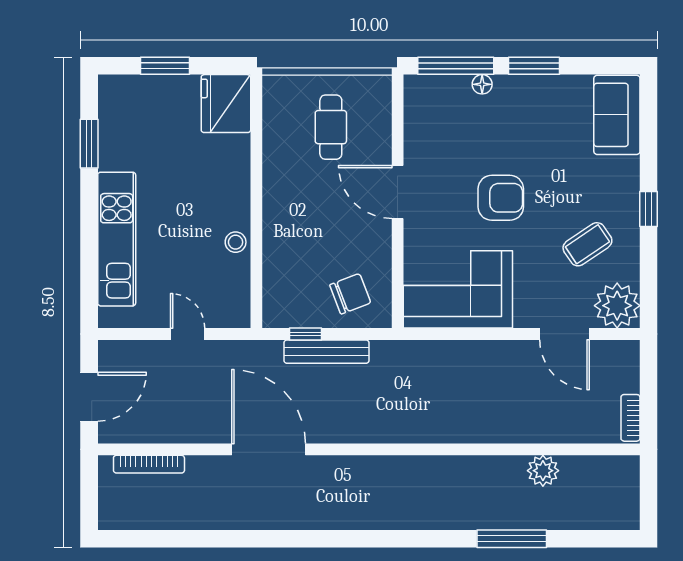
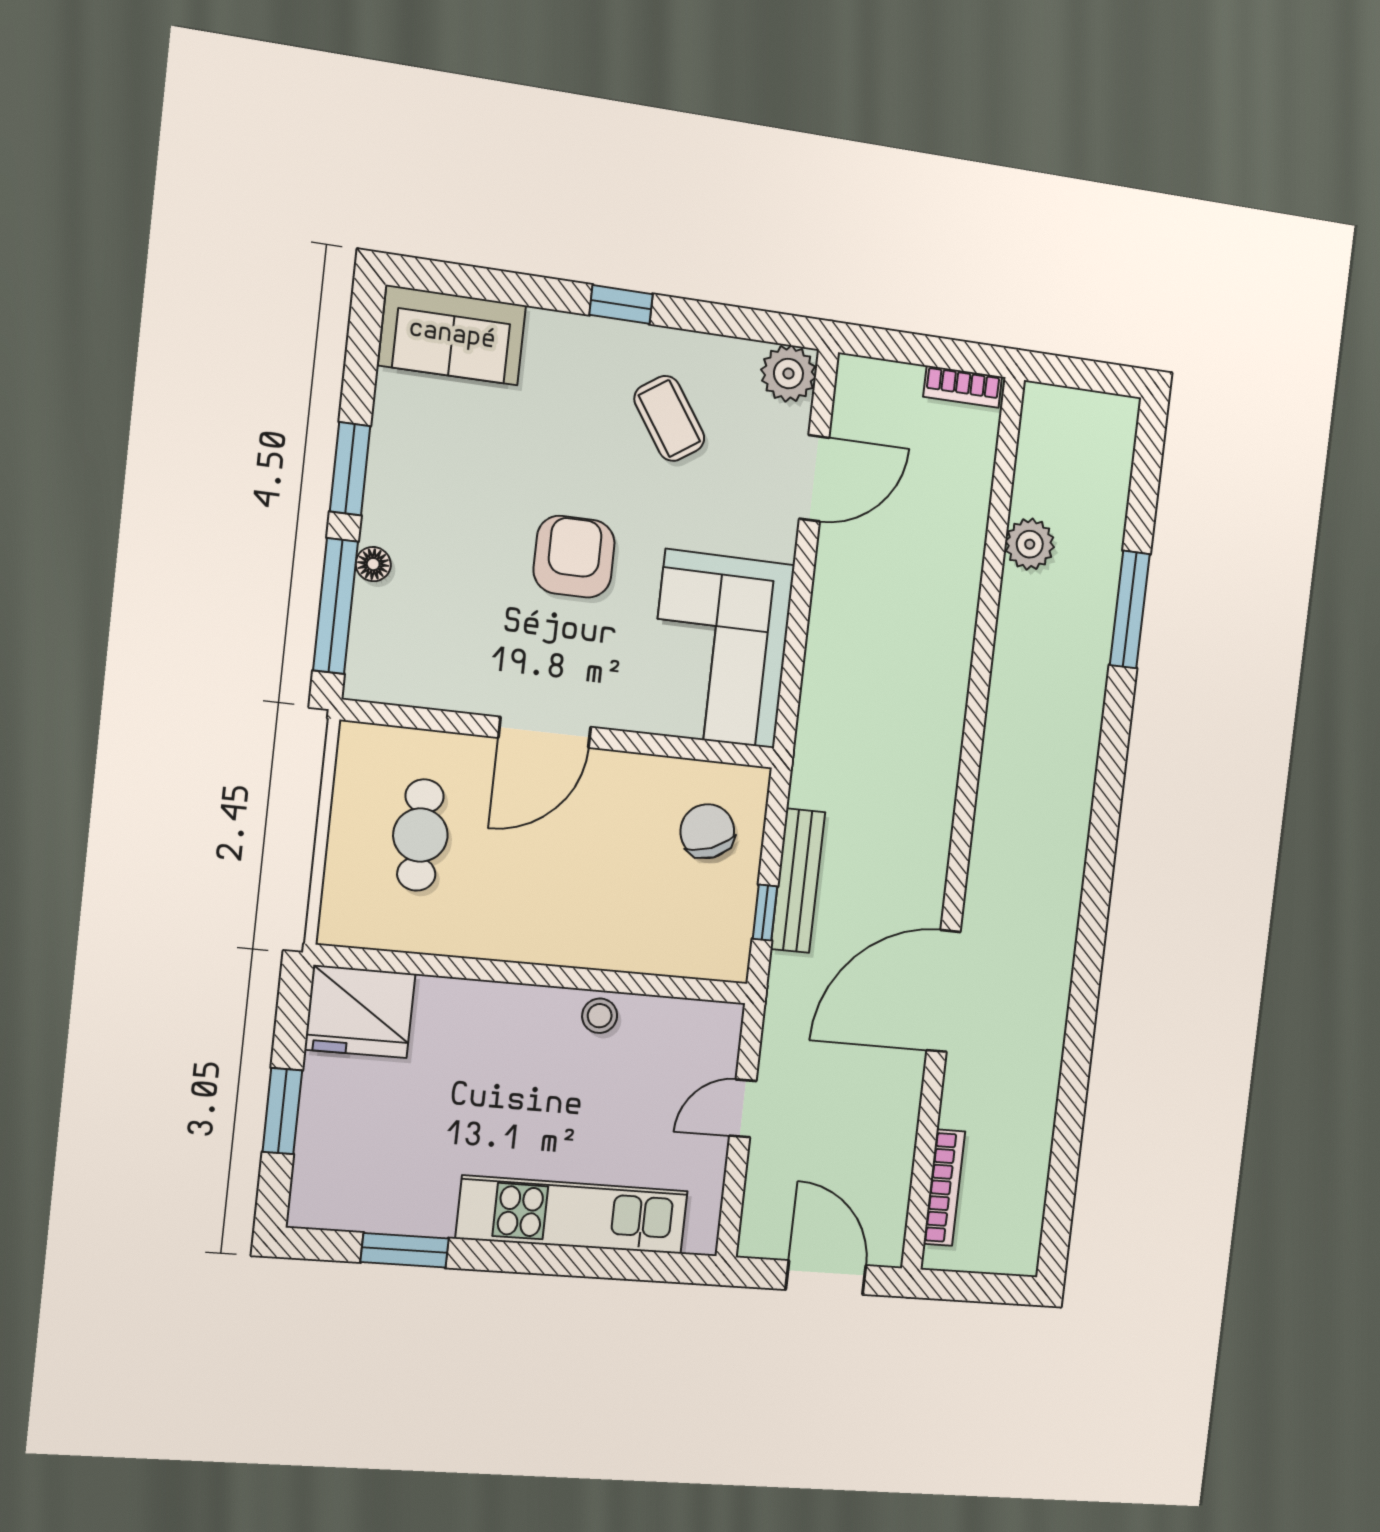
cafe table: (331, 127) -> (420, 835), turned 90
plant: (617, 306) -> (788, 374), width x0.73, depth x0.73

